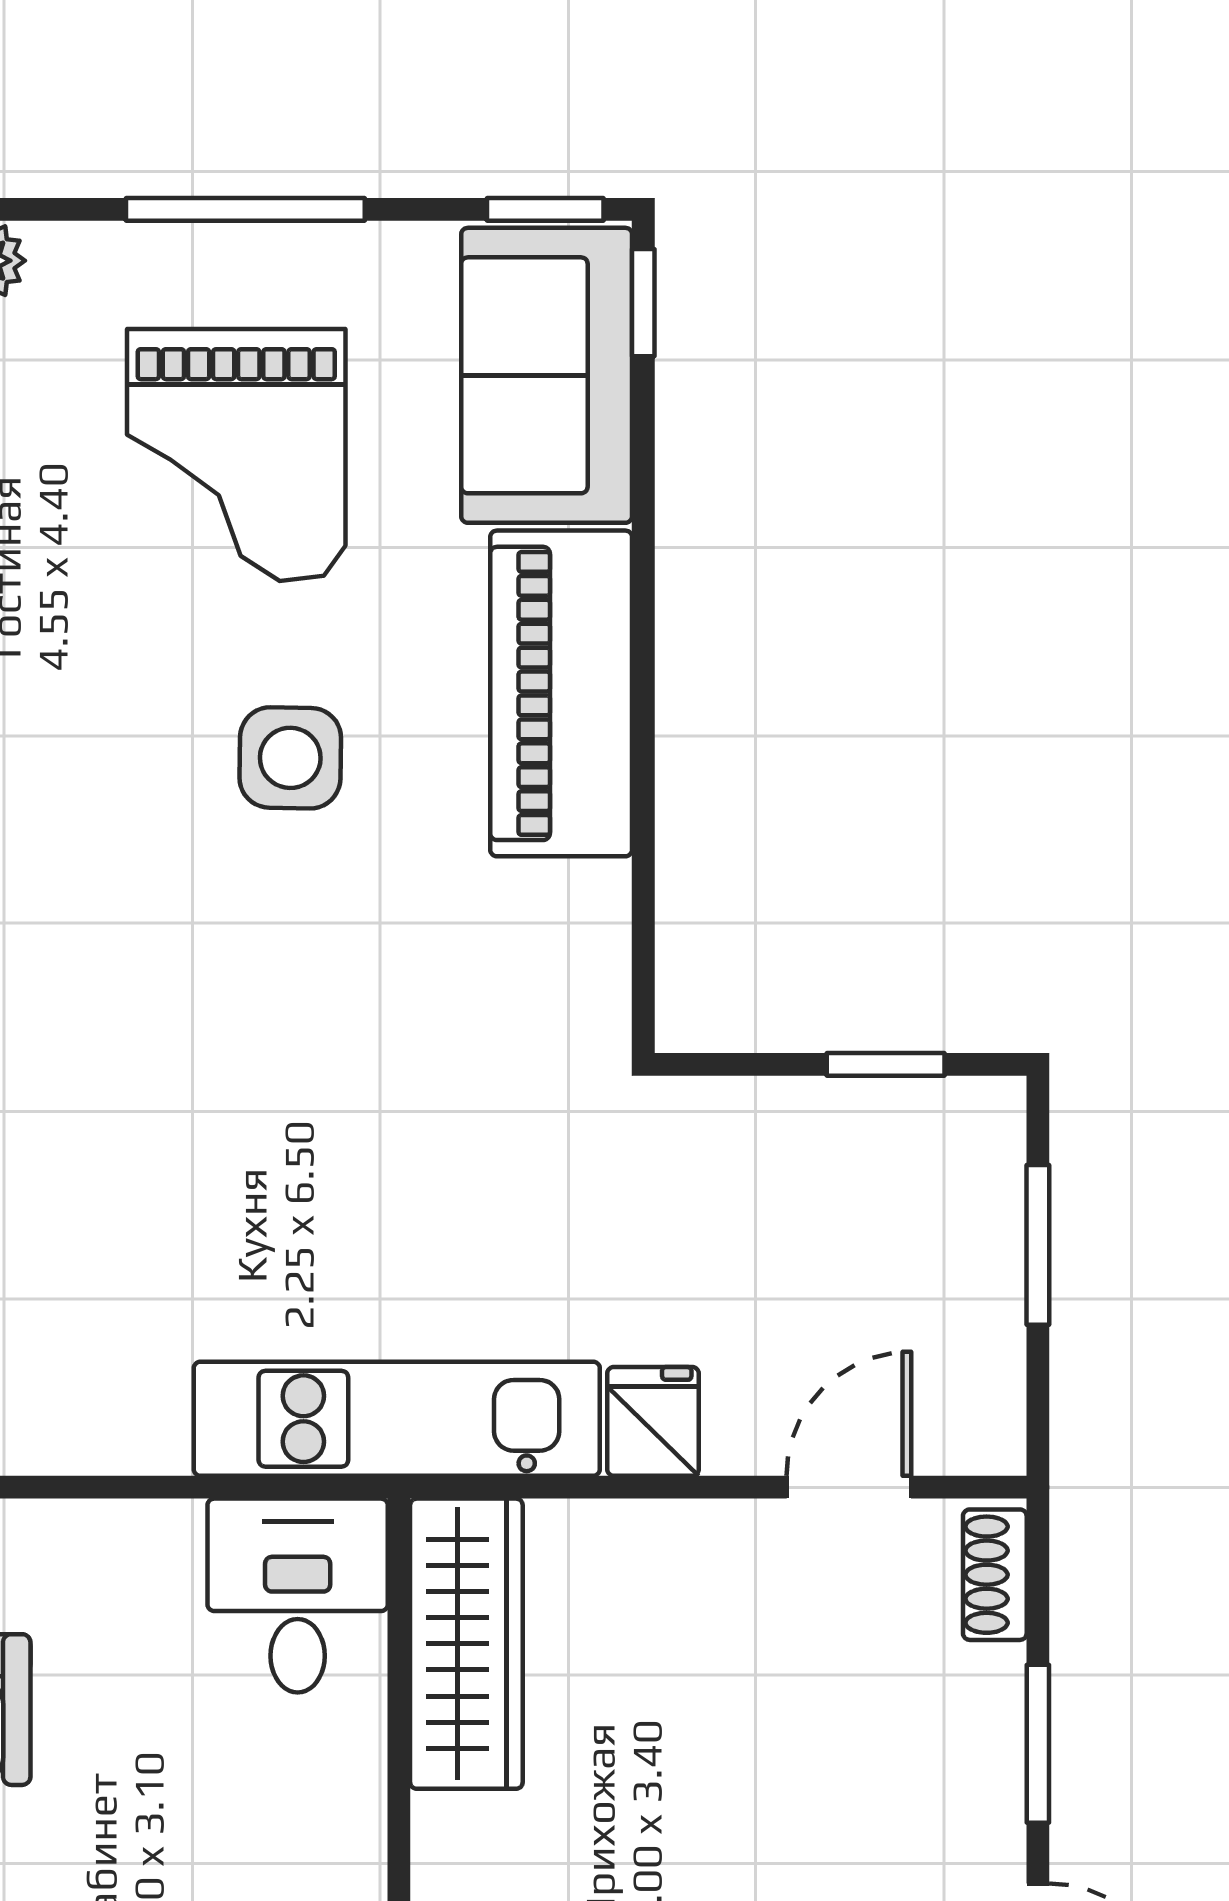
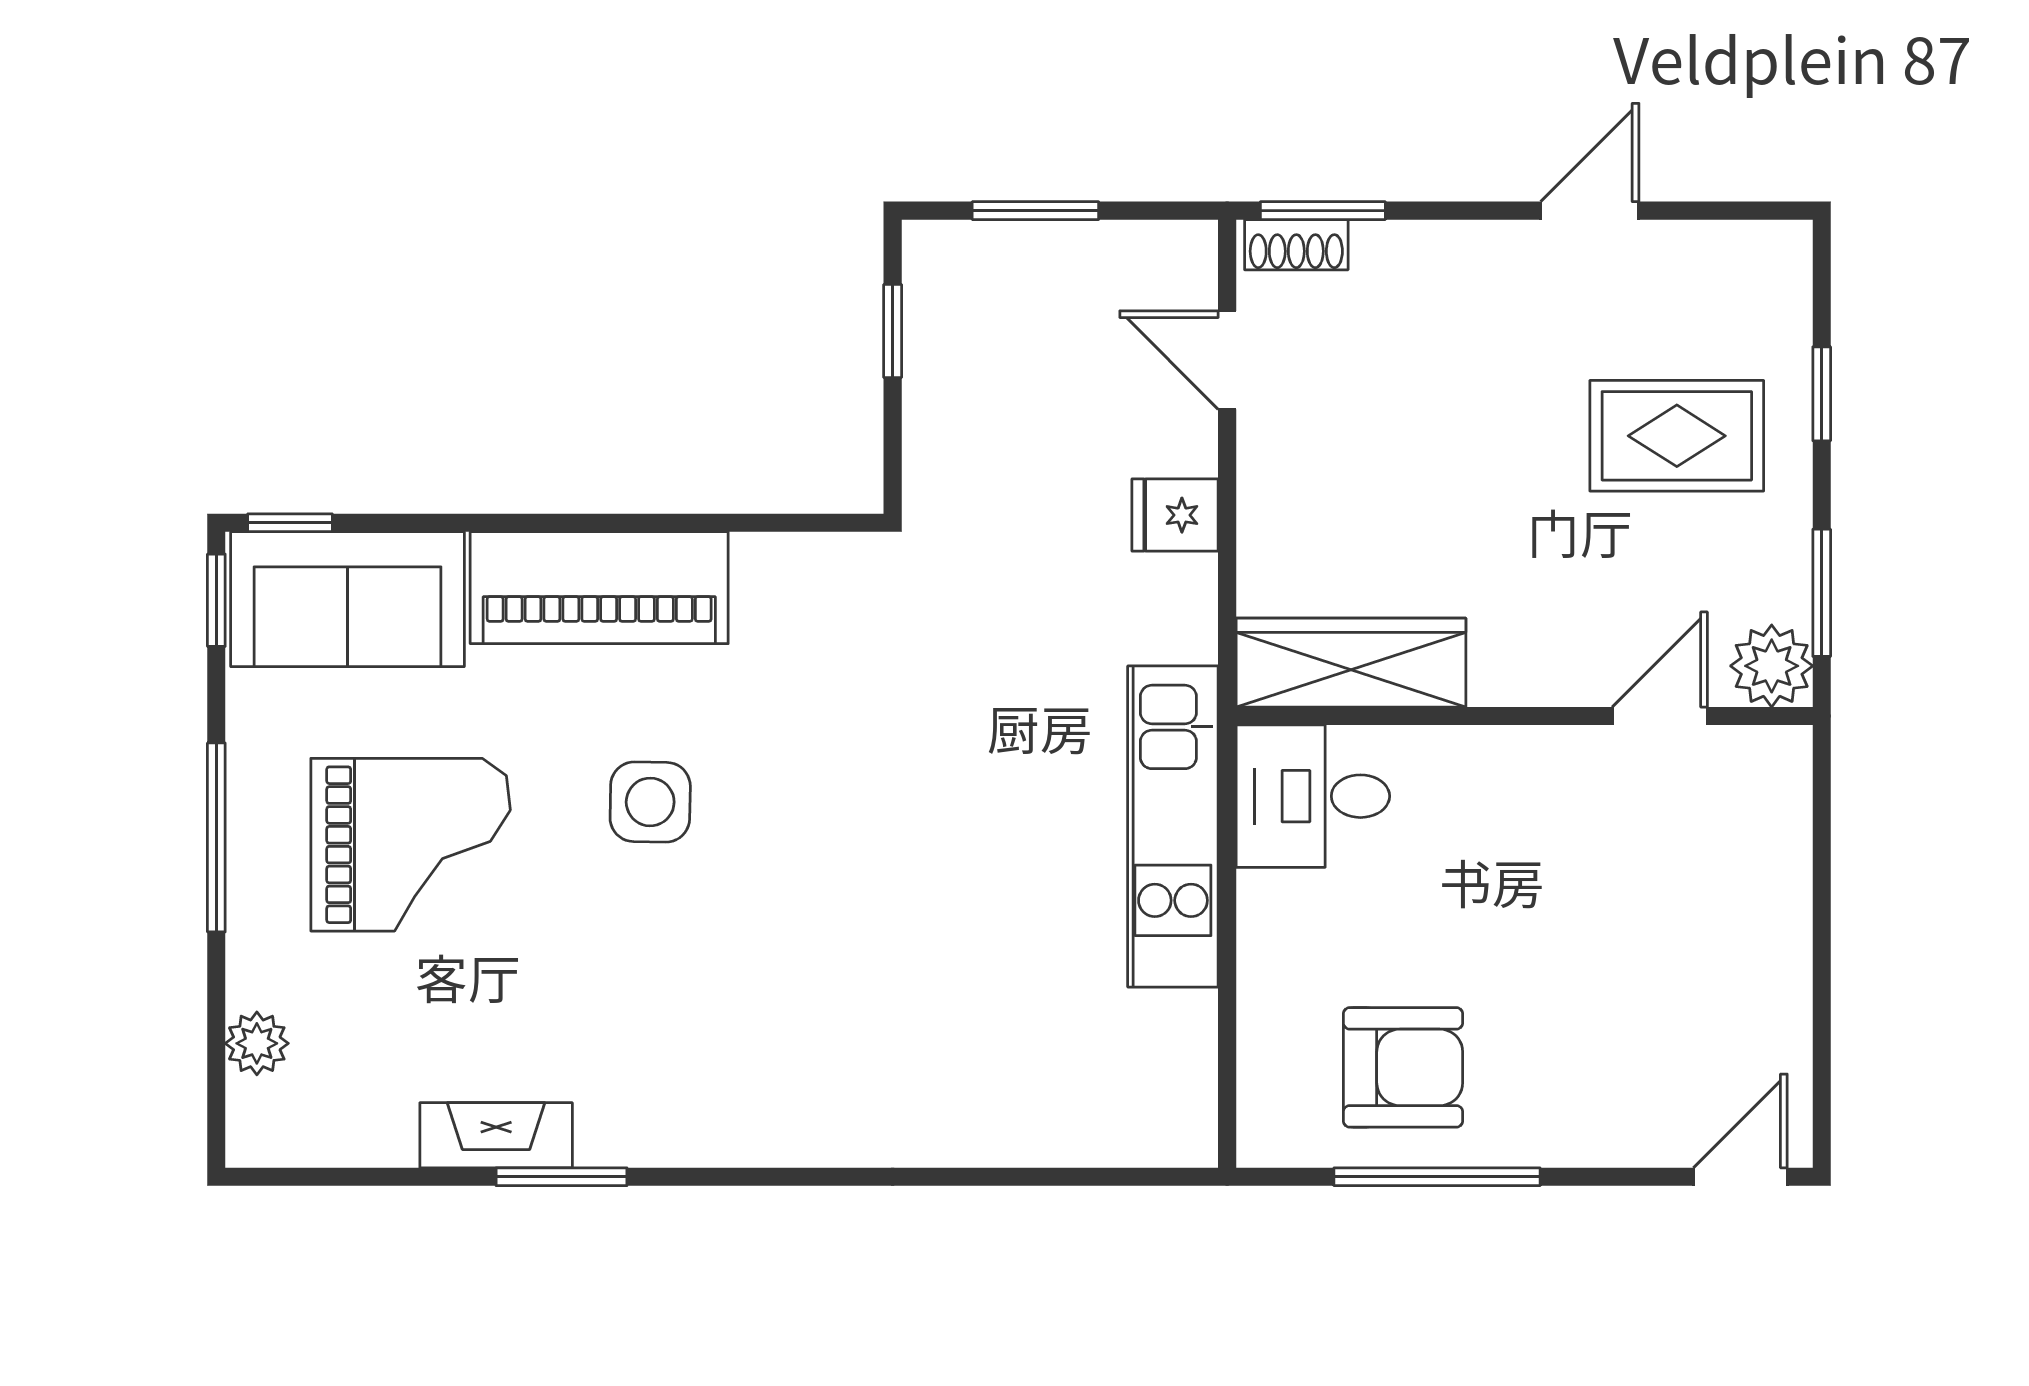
kitchen unit: (397, 1419) -> (1173, 827), moved
window: (1038, 1744) -> (1323, 211), moved

